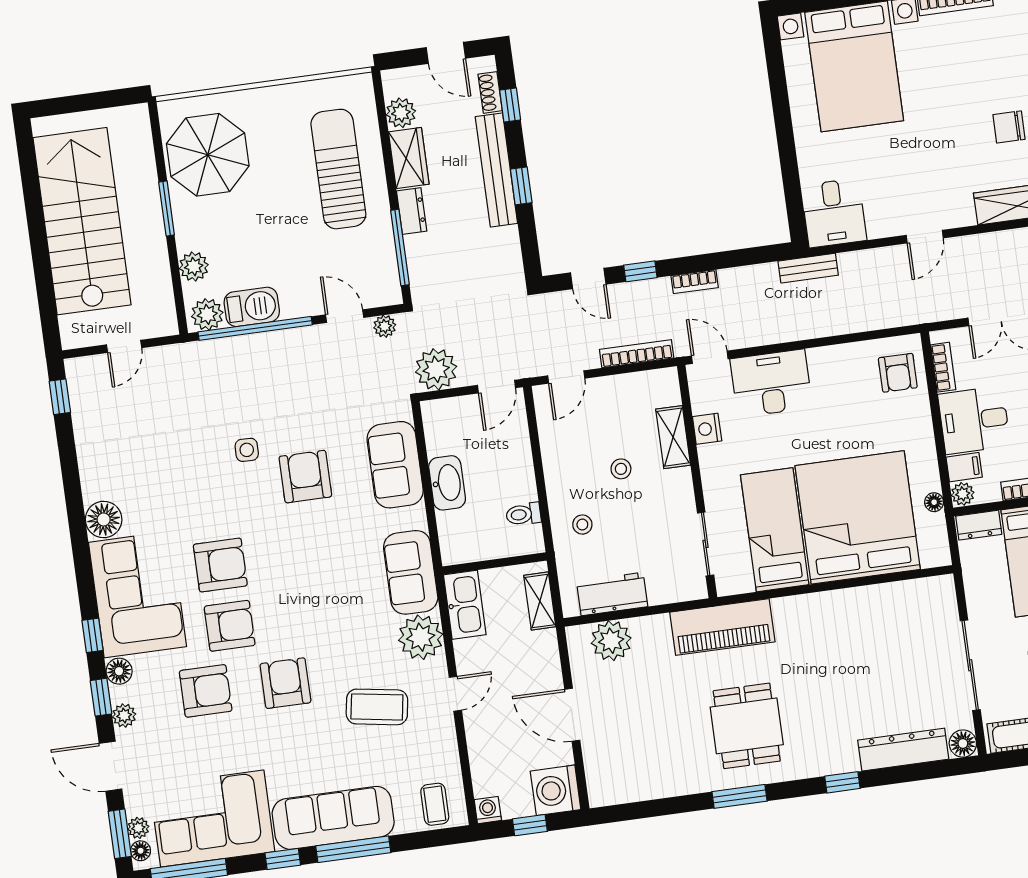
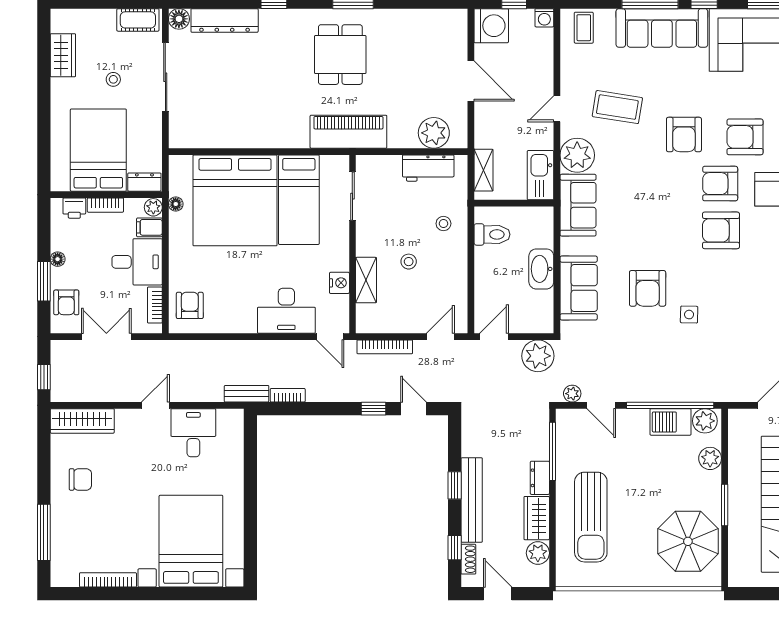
desk: (834, 213) -> (193, 433), moved
bookcase: (695, 282) -> (288, 395), moved
toilet: (523, 514) -> (492, 234), width x1.37, depth x1.39

